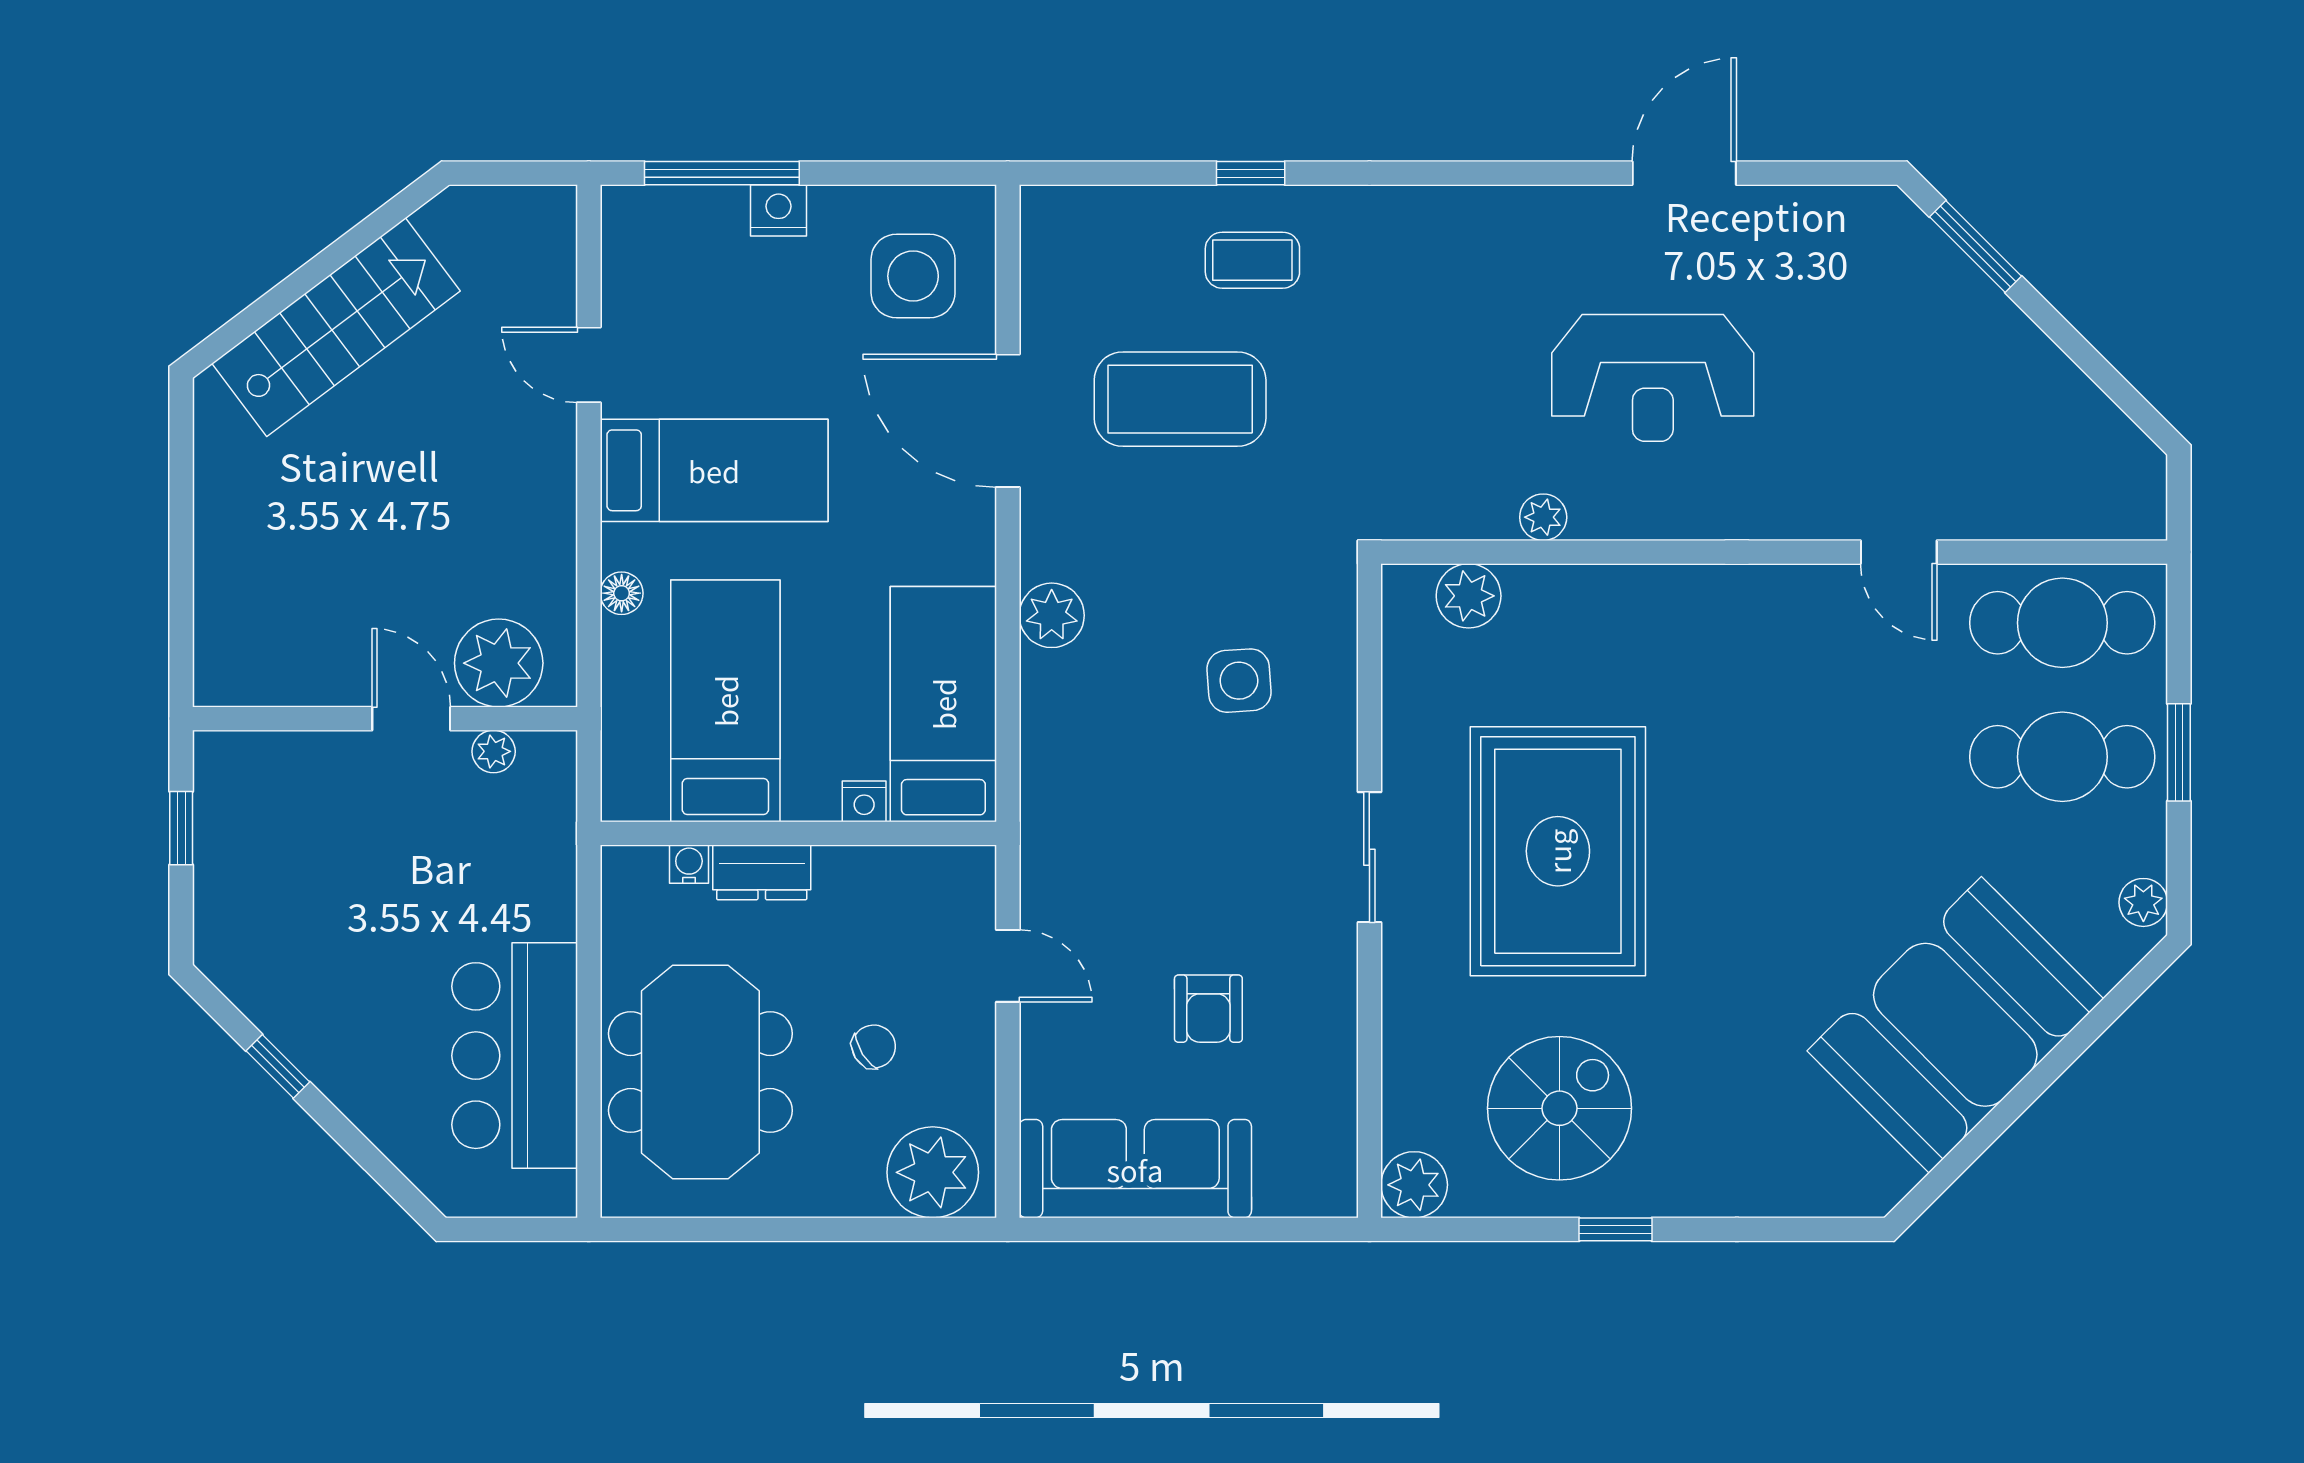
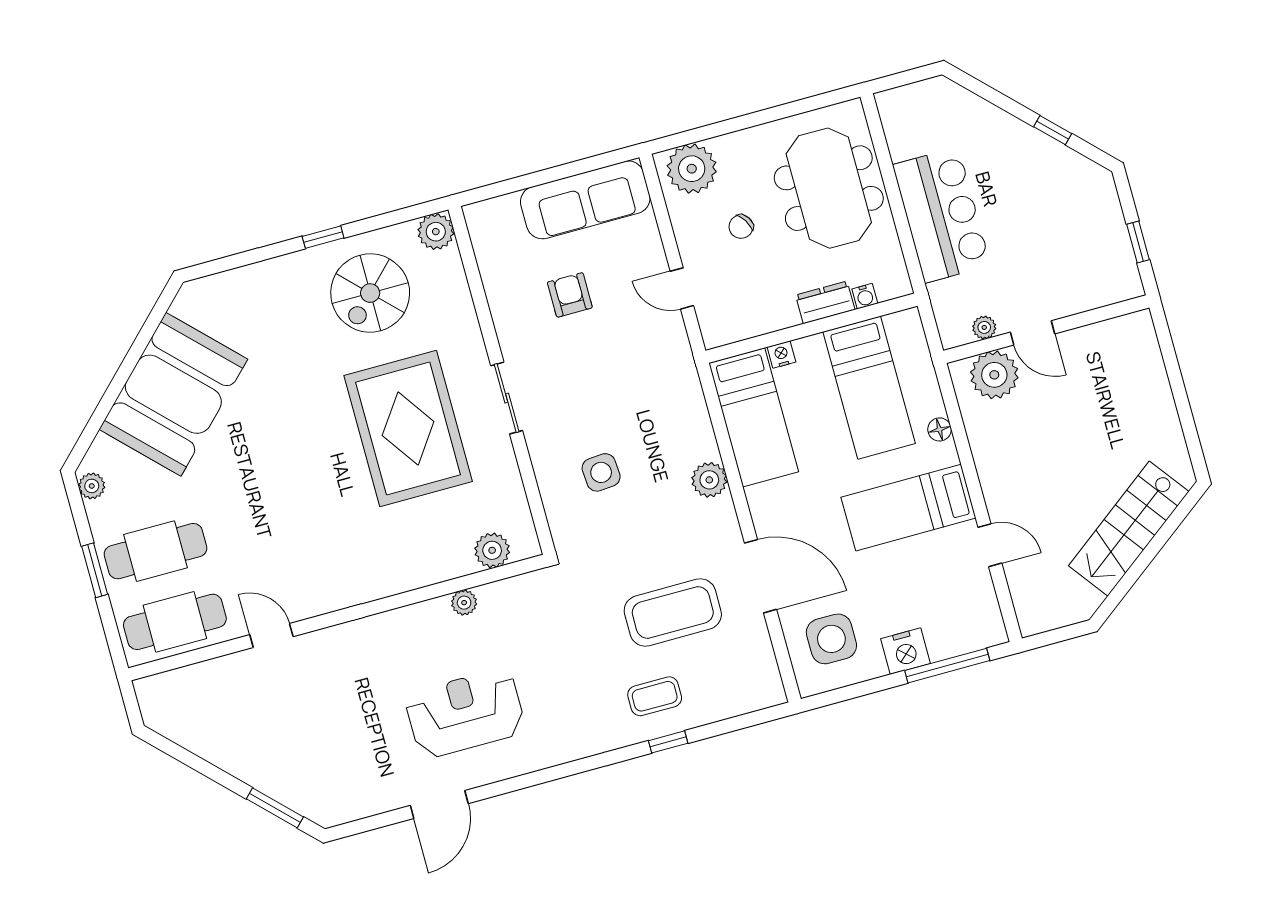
nightstand: (778, 210) -> (905, 651), width x1.36, depth x1.33
reception desk: (1653, 378) -> (465, 713), moved
bar counter: (515, 1056) -> (942, 215), moved

